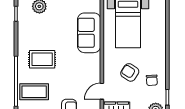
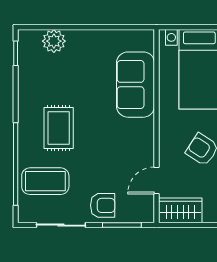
rug: (42, 59) -> (59, 128), turned 90

